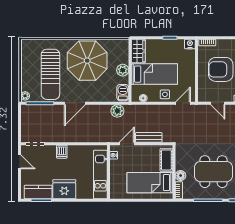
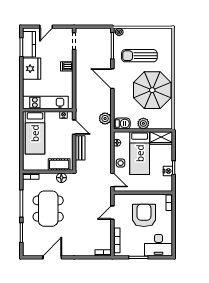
nightstand: (190, 44) -> (168, 171), moved
sun lounger: (50, 74) -> (139, 56), width x0.73, depth x0.75
door: (19, 162) -> (46, 27), moved
floor lamp: (181, 175) -> (61, 178), moved
bed: (150, 183) -> (35, 133), moved, turned 180

